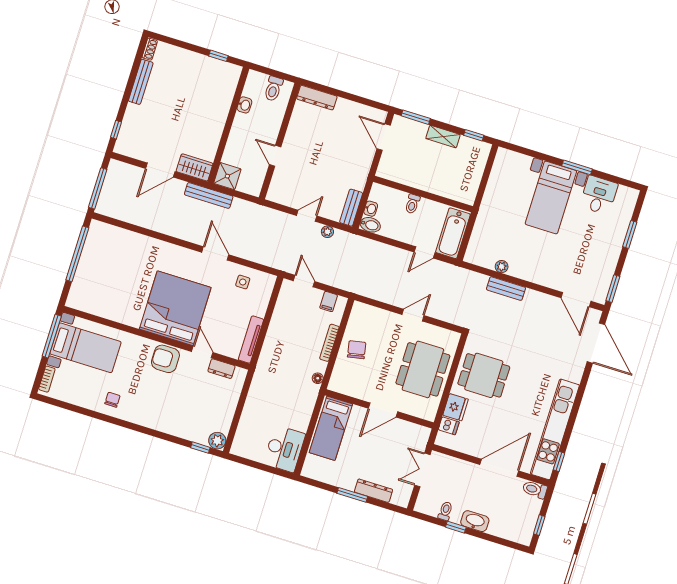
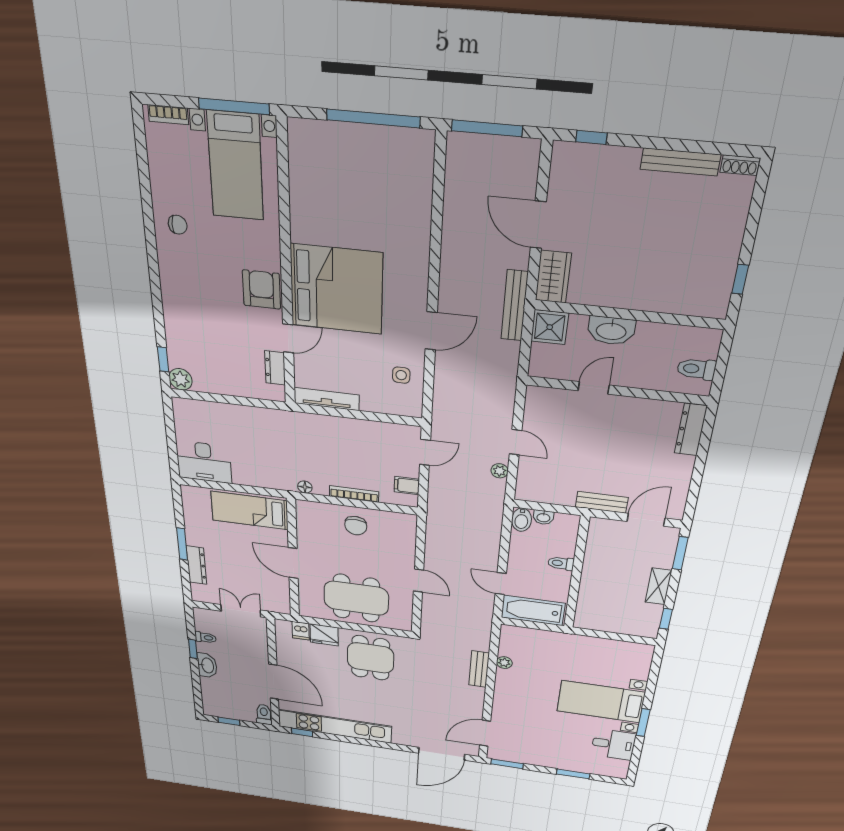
washbasin: (244, 105) -> (611, 331), moved, width x1.91, depth x1.45
bench: (351, 208) -> (602, 502), moved
chair: (357, 350) -> (356, 526), turned 101

